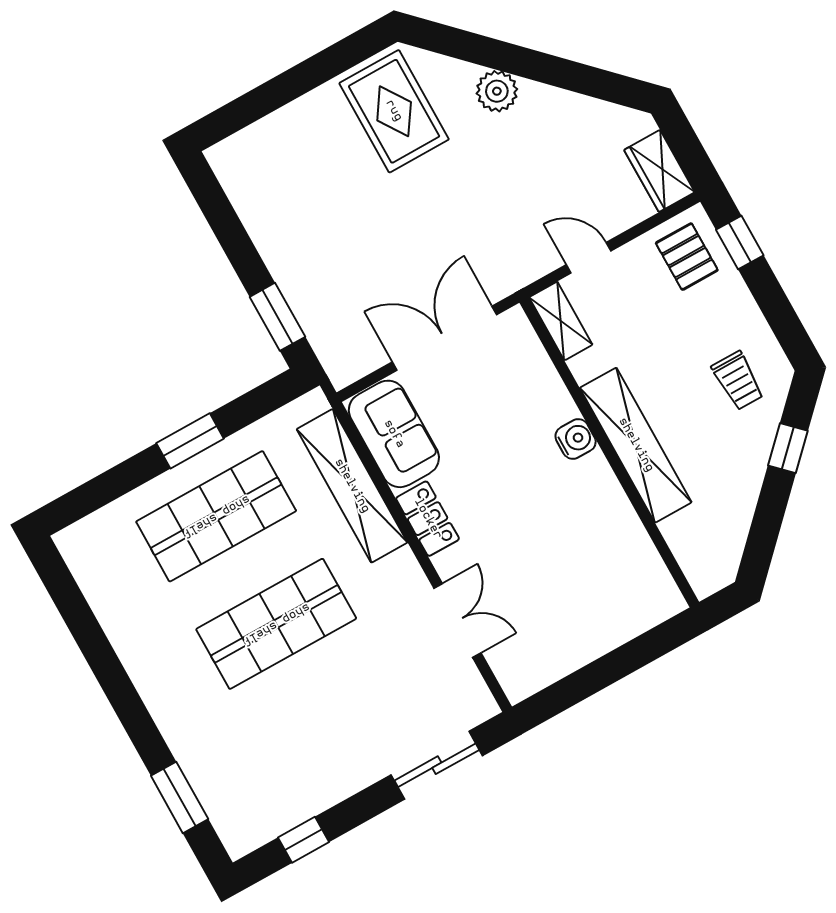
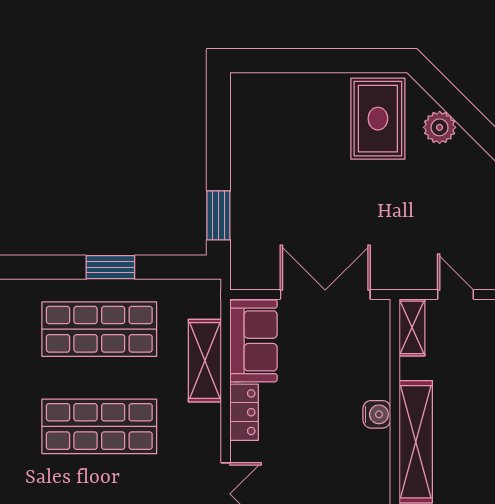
plant: (497, 91) -> (440, 127), moved
shelving: (352, 486) -> (205, 361), width x0.68

